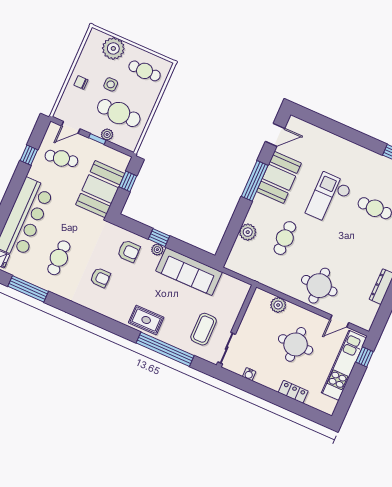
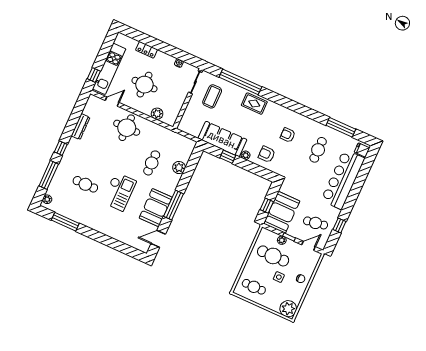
plant: (113, 48) -> (288, 309), moved
booth: (100, 189) -> (282, 212), moved
window: (159, 238) -> (228, 157), moved

